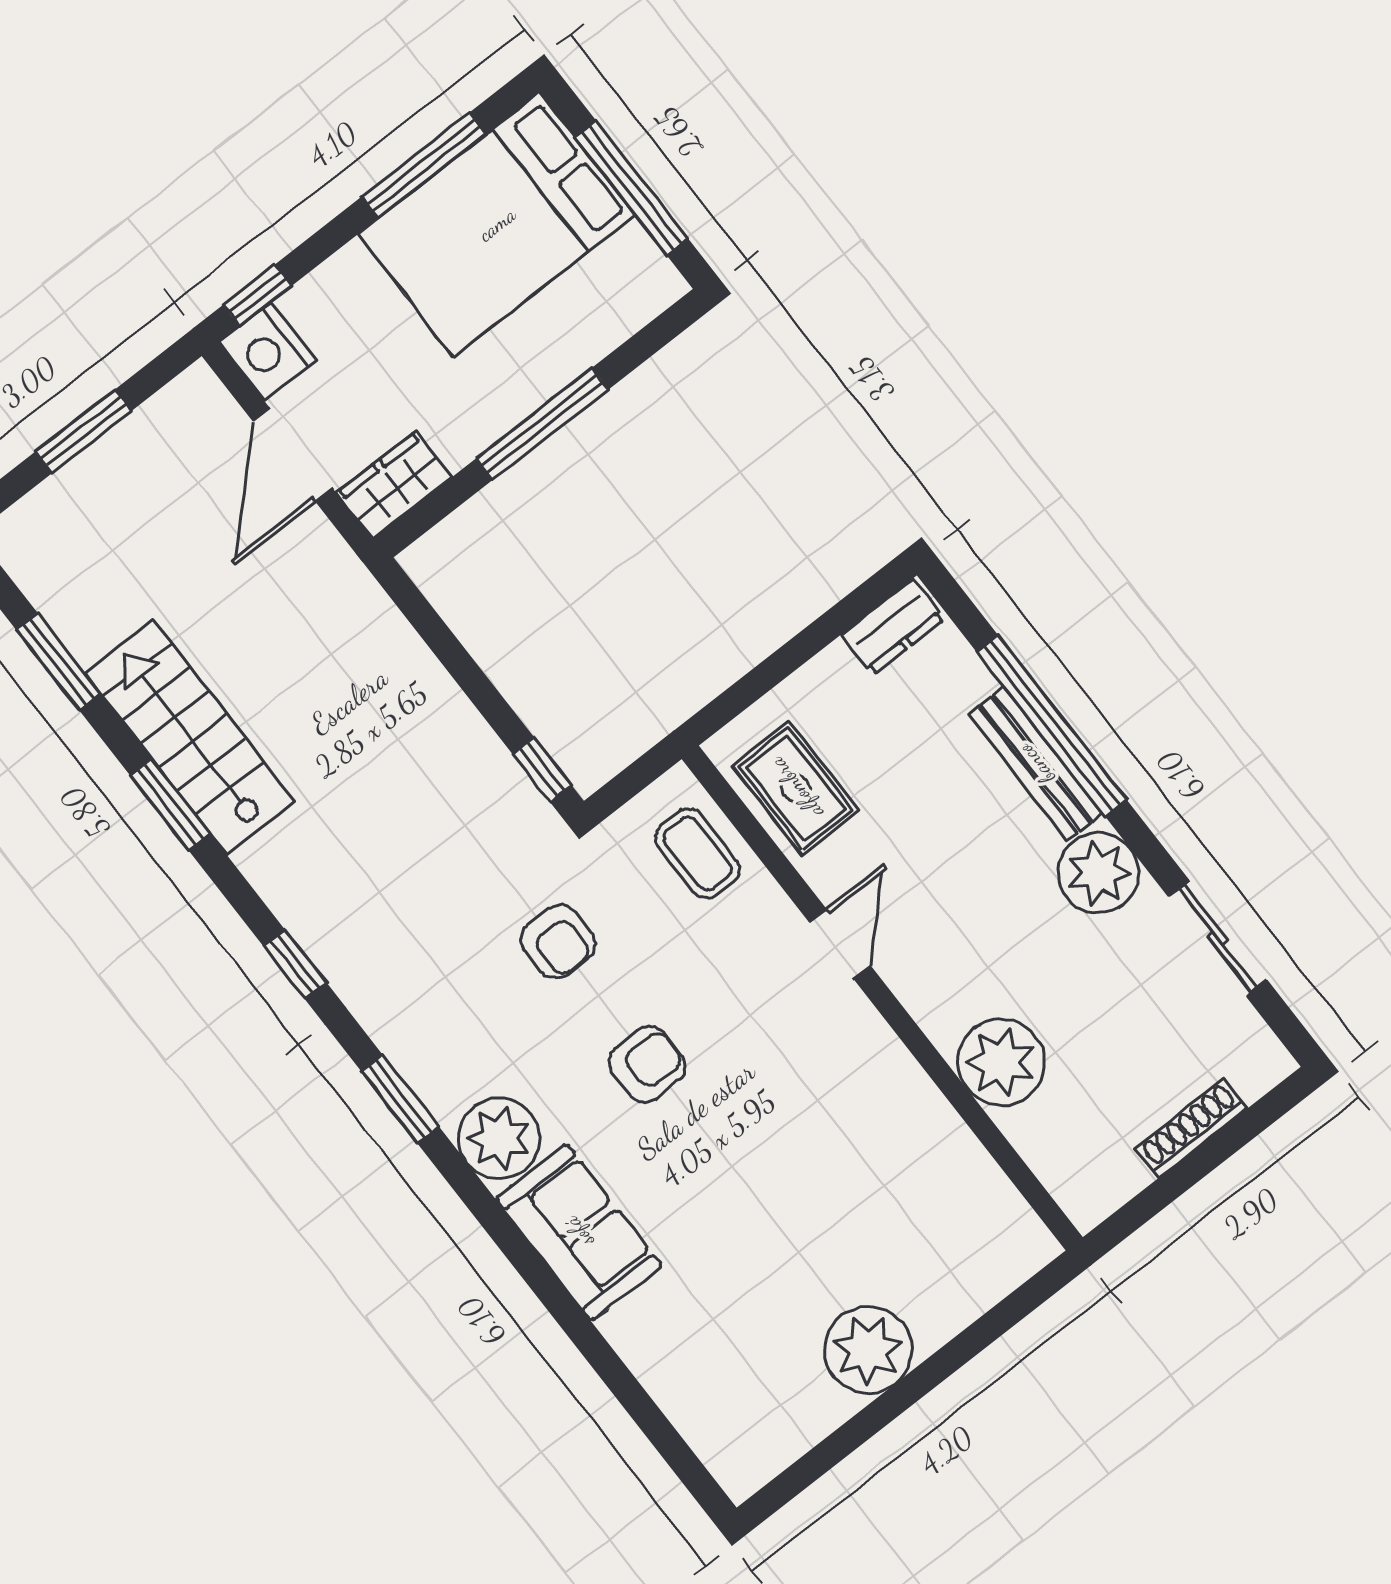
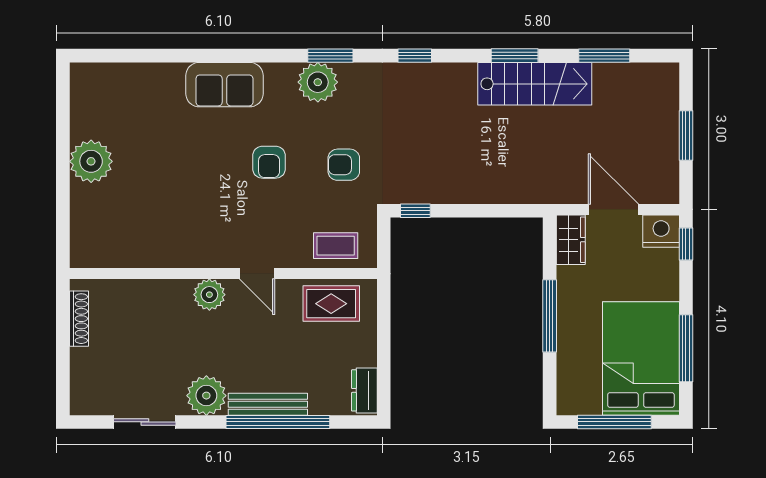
plant: (1001, 1062) -> (209, 295), moved, width x0.73, depth x0.73
shoe rack: (1191, 1128) -> (79, 319), moved
plant: (499, 1138) -> (318, 82), moved

